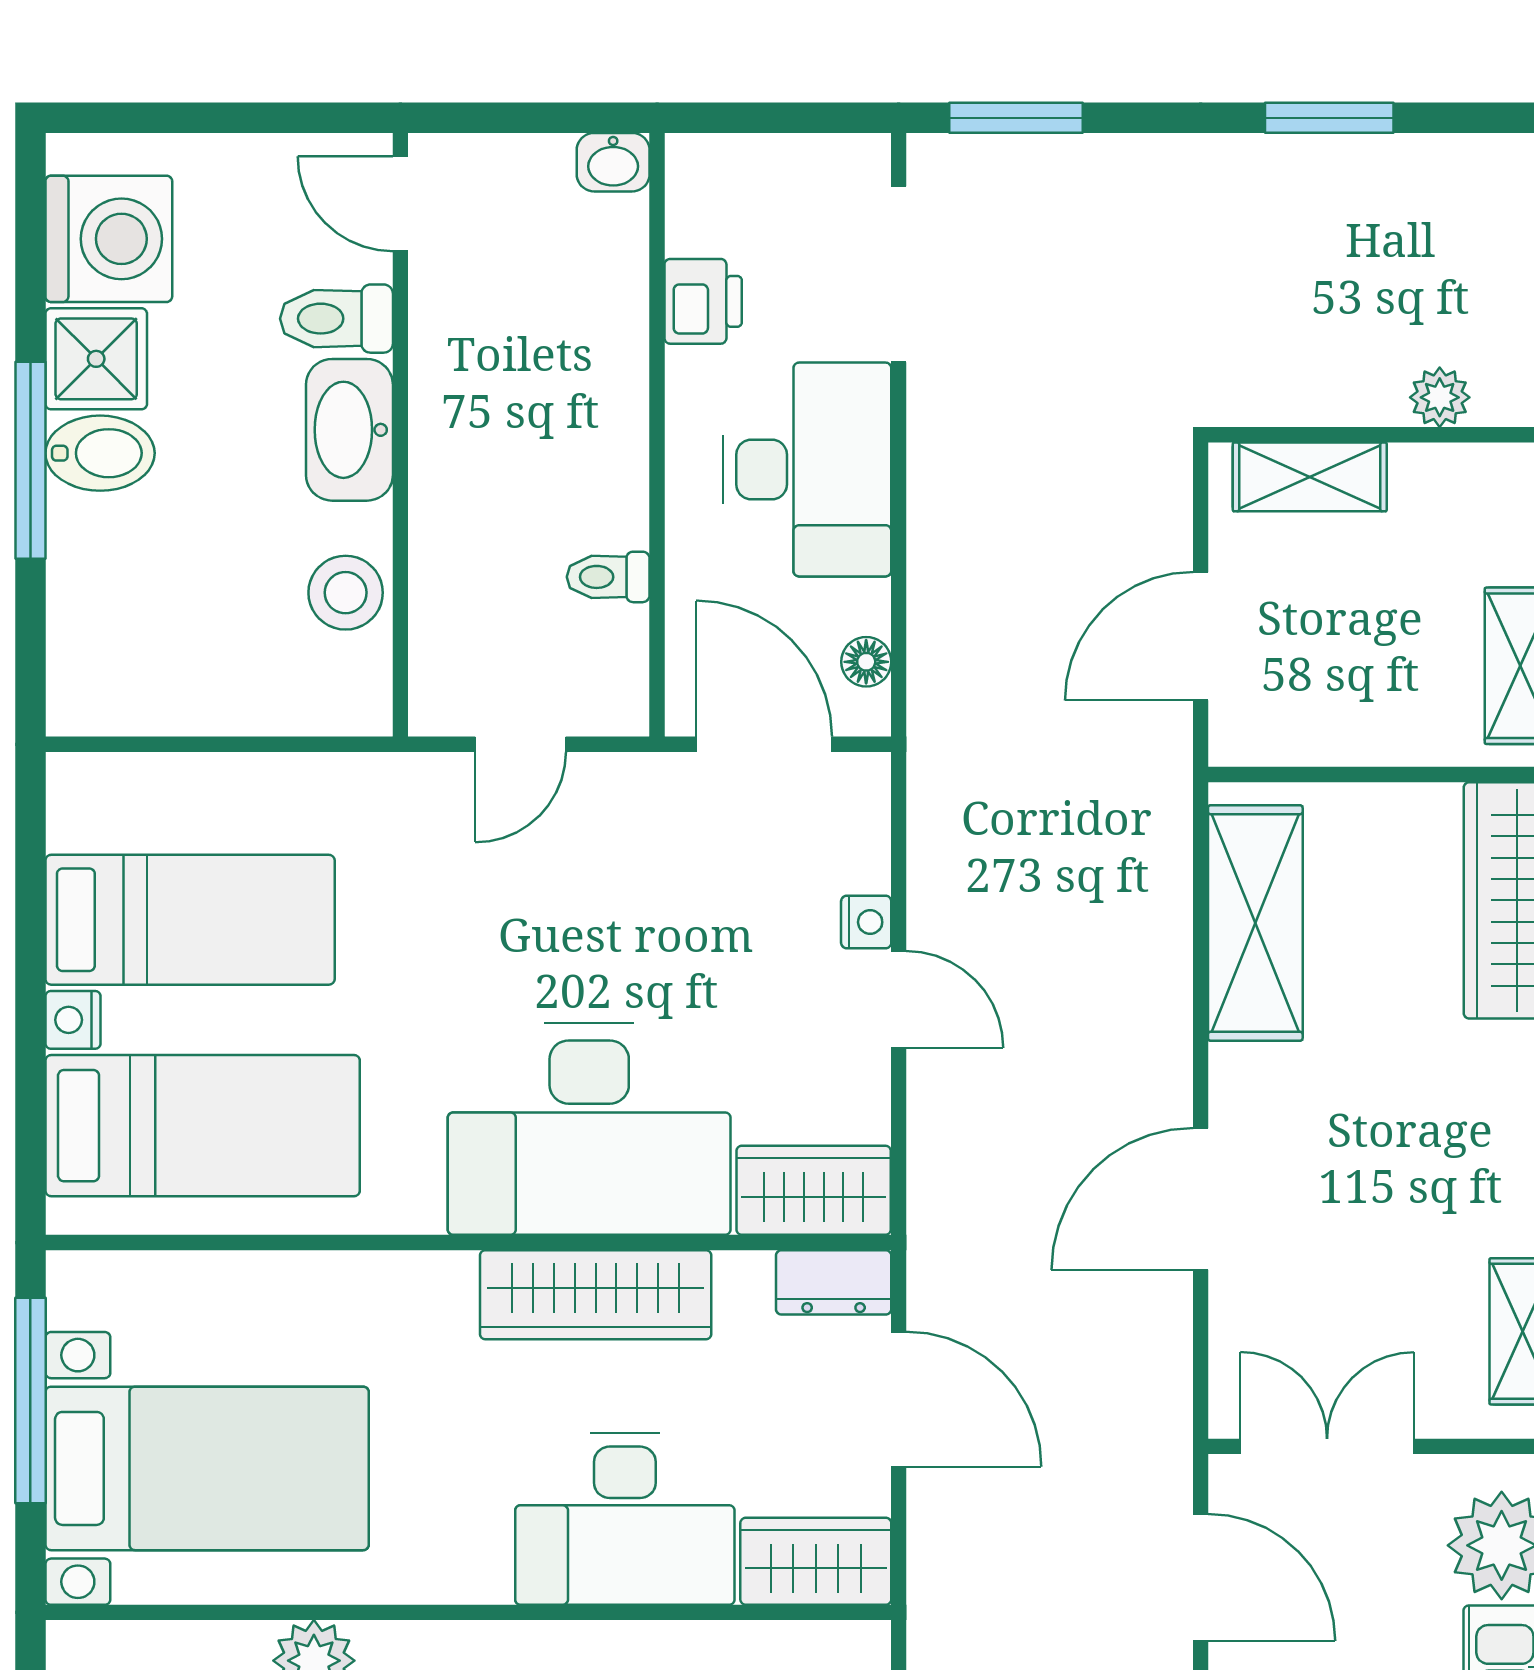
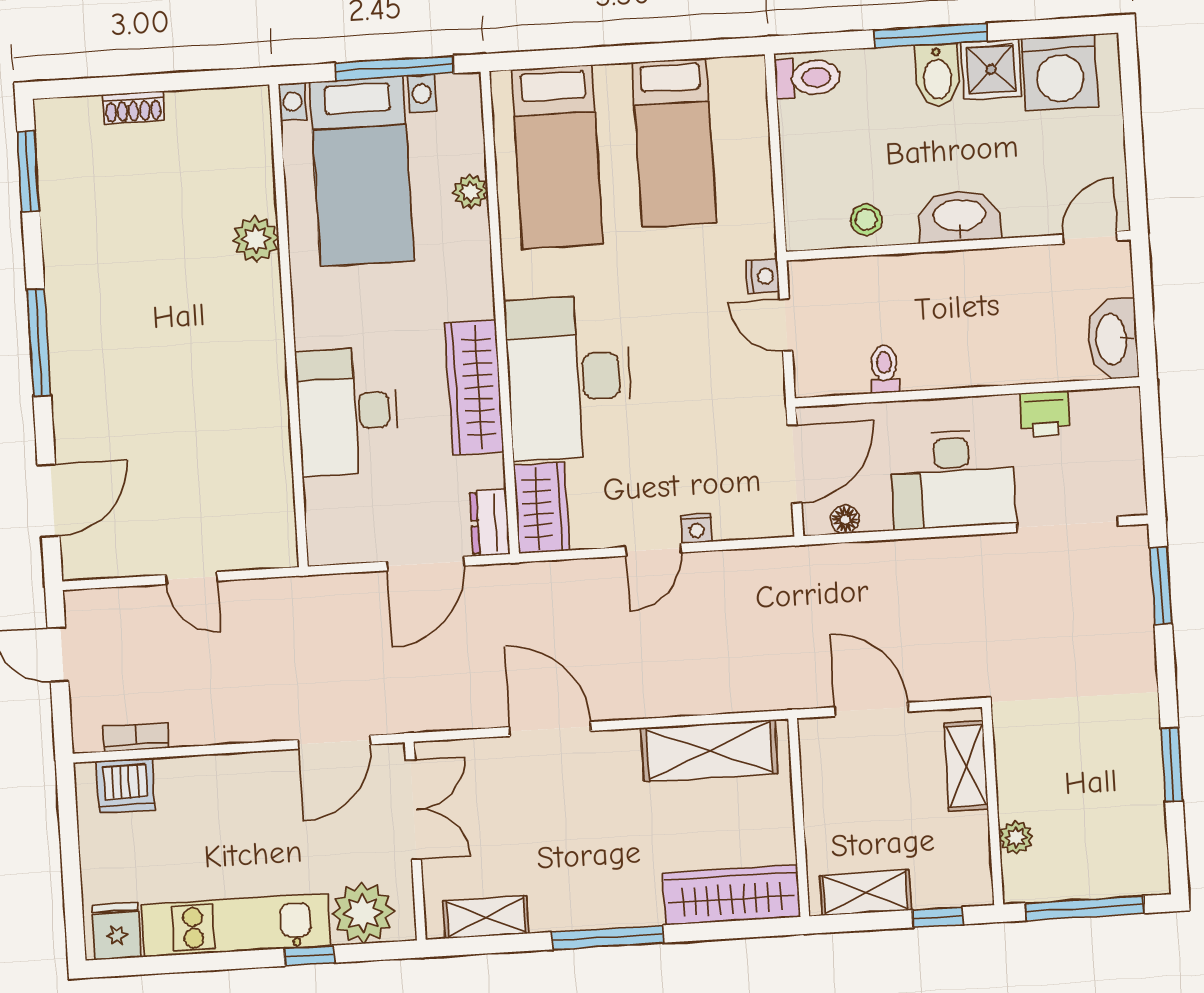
washbasin: (613, 162) -> (1113, 339), width x1.91, depth x1.45
toilet: (336, 319) -> (807, 78), moved, turned 90
stool: (346, 593) -> (866, 220), width x0.73, depth x0.73
nightstand: (73, 1020) -> (763, 276), moved, turned 90
plant: (254, 1281) -> (470, 192), added
wardrobe: (816, 1561) -> (330, 522), removed

